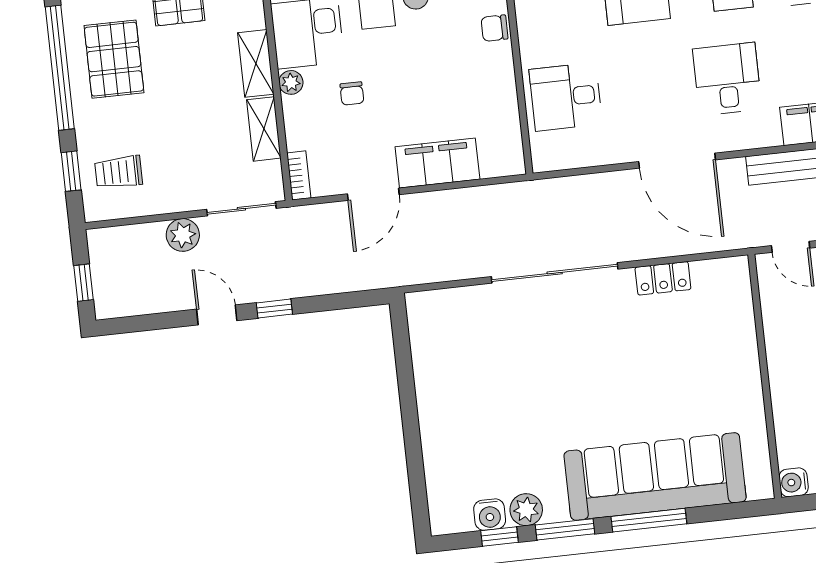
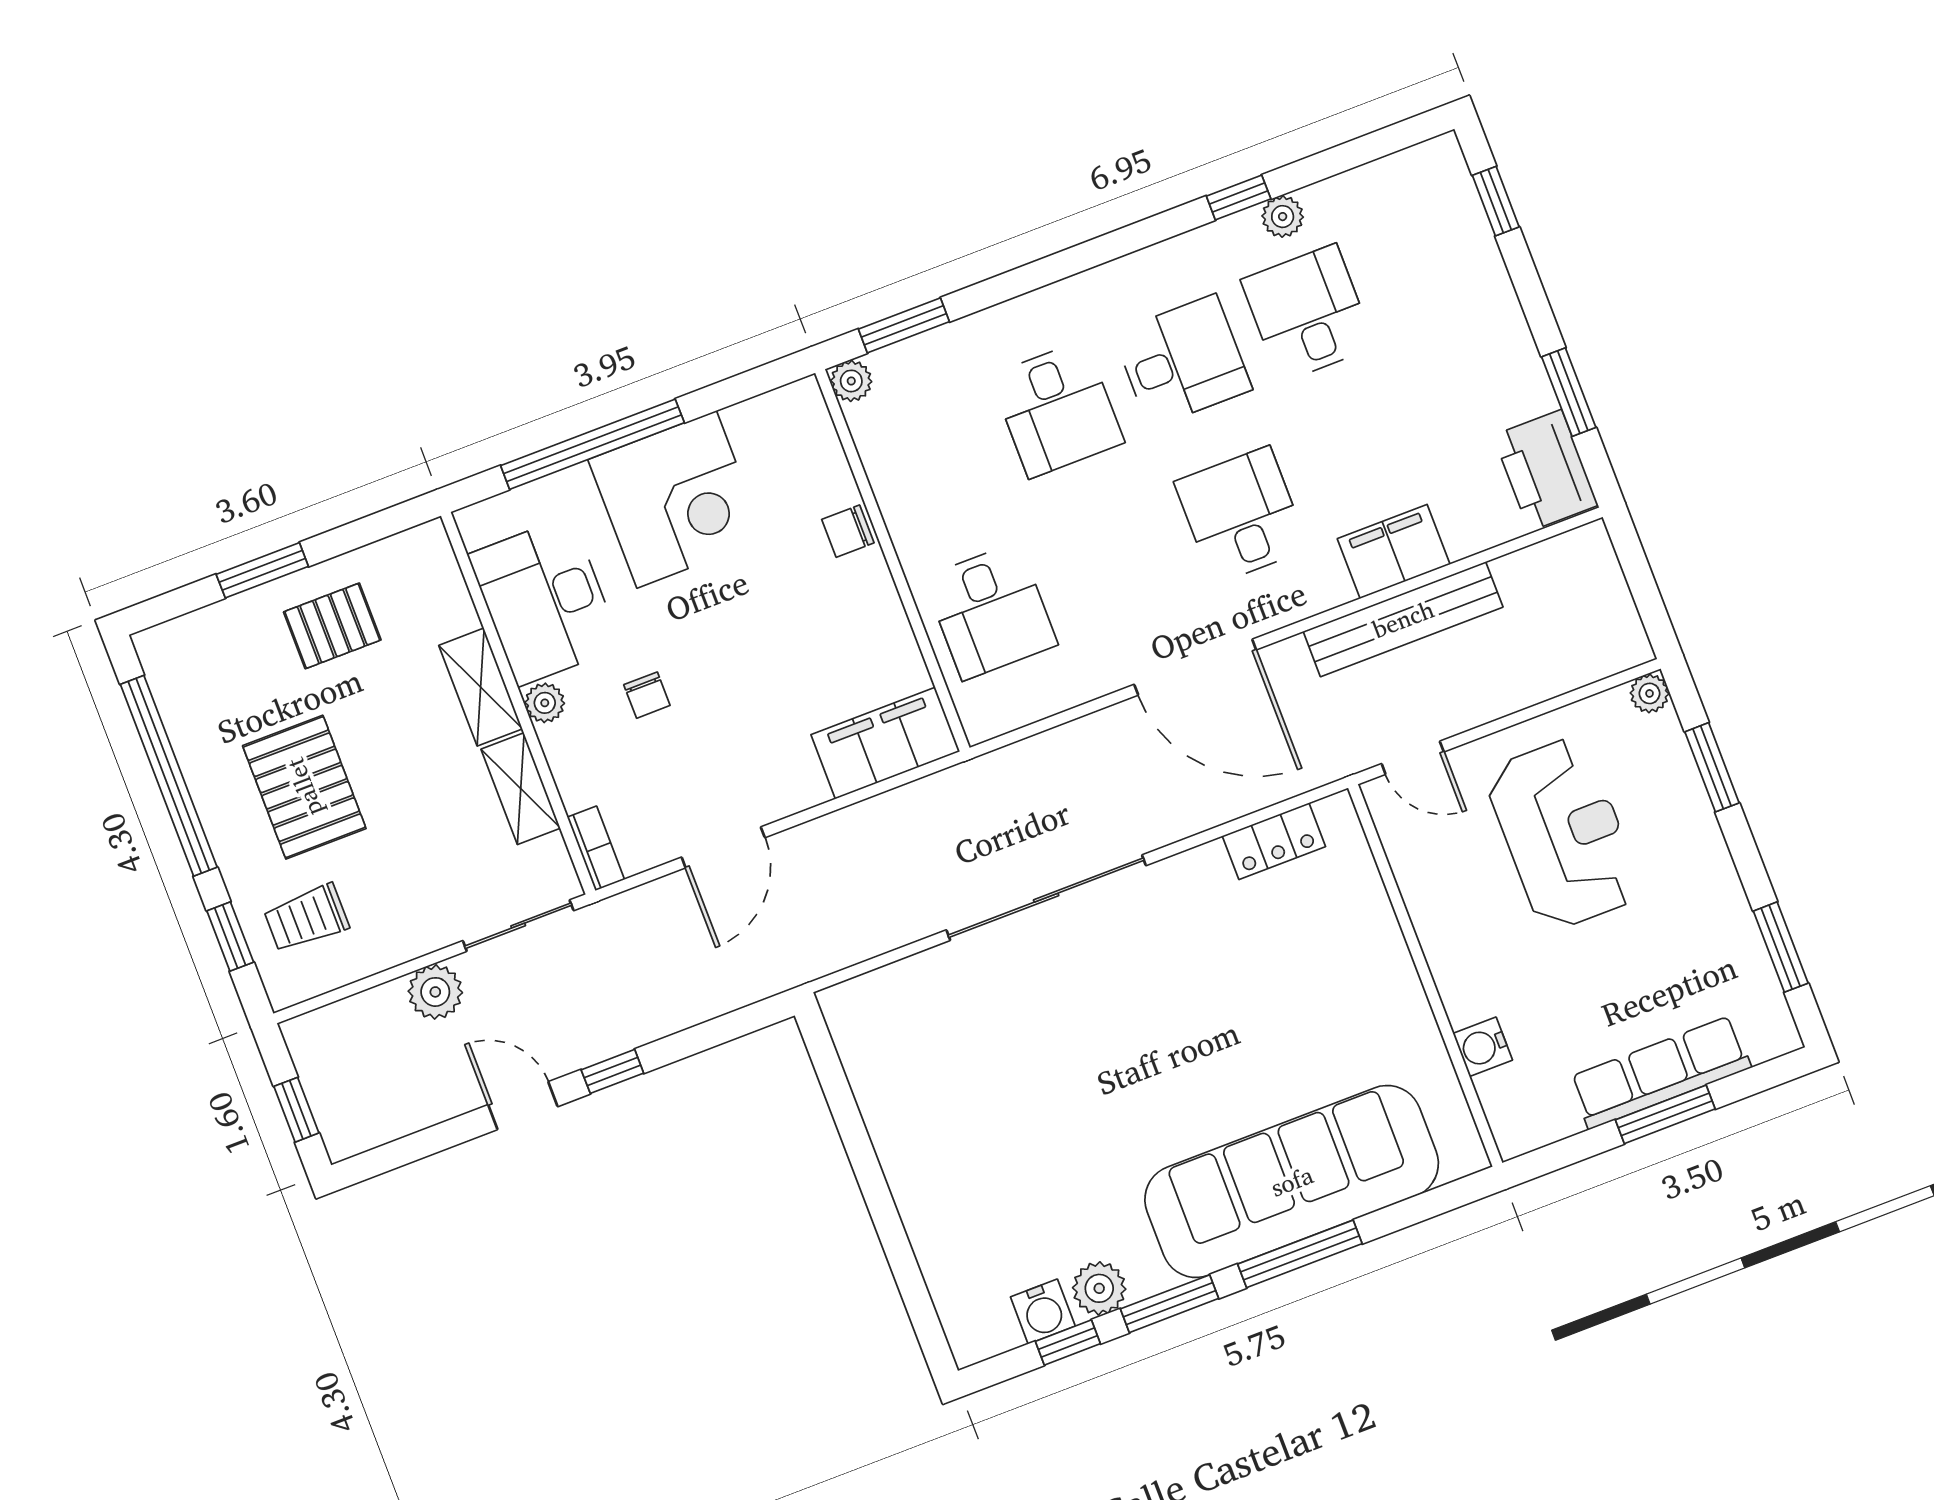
pallet: (114, 59) -> (304, 787), moved
desk: (566, 97) -> (991, 611), turned -90
filing cabinet: (437, 163) -> (885, 743), moved
locker: (663, 278) -> (1274, 841), moved
water cooler: (794, 482) -> (1483, 1047), moved

